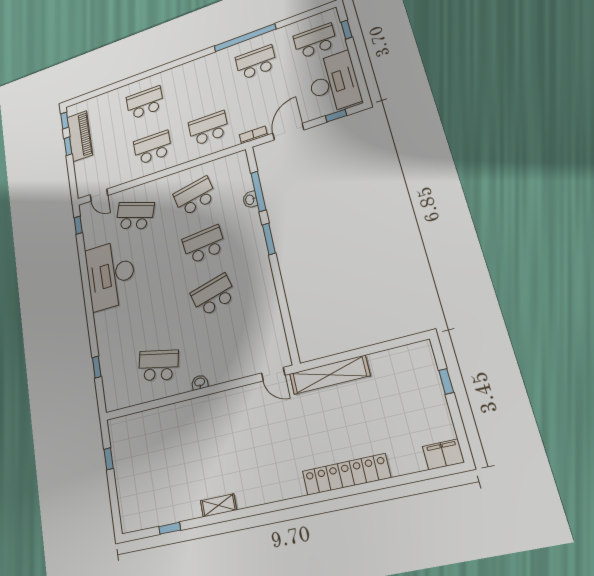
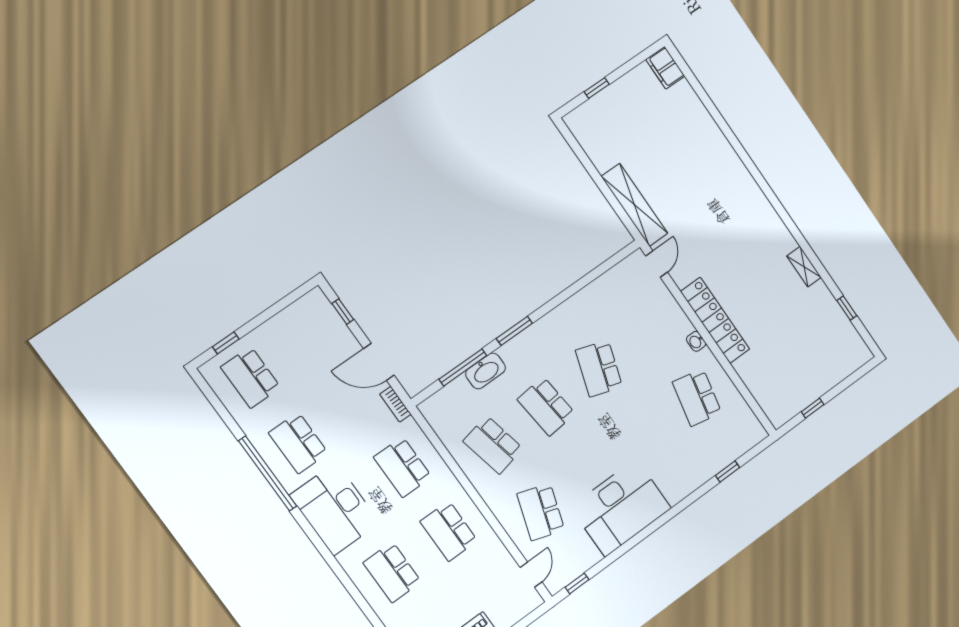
desk: (334, 83) -> (335, 509), moved, turned -90
washbasin: (250, 200) -> (485, 371), width x1.91, depth x1.45
school desk: (213, 295) -> (599, 369), turned 33
locker: (346, 474) -> (715, 320), moved, turned 180

